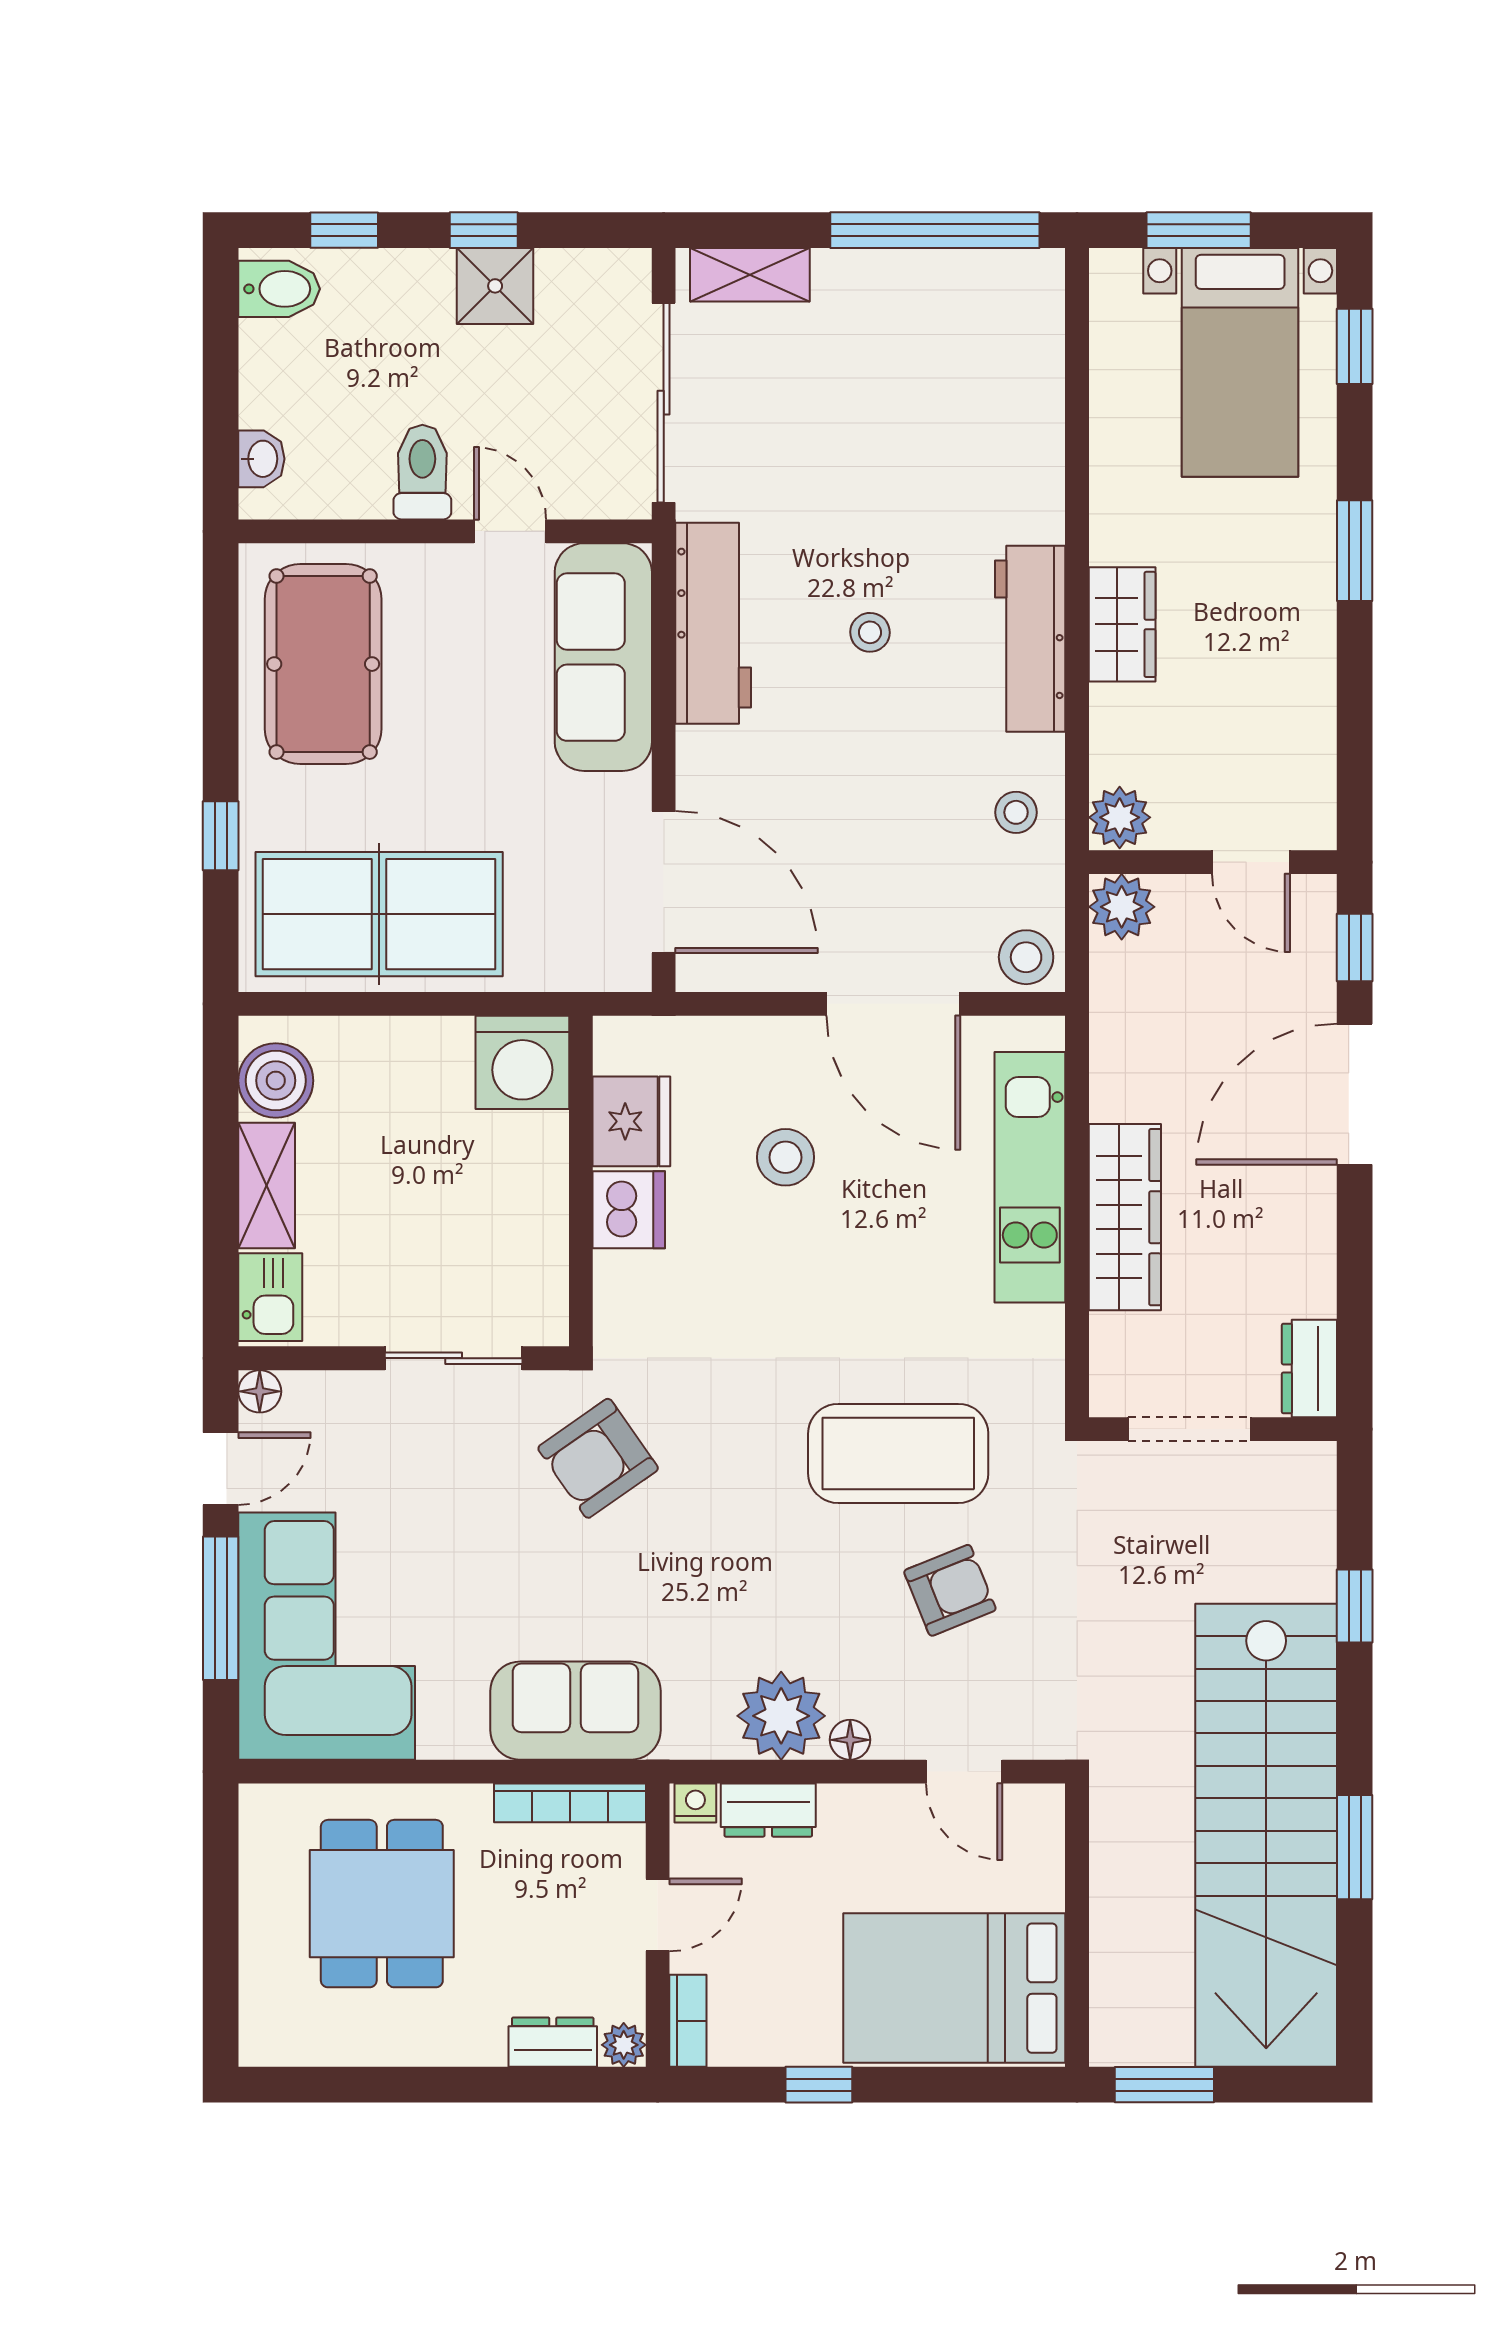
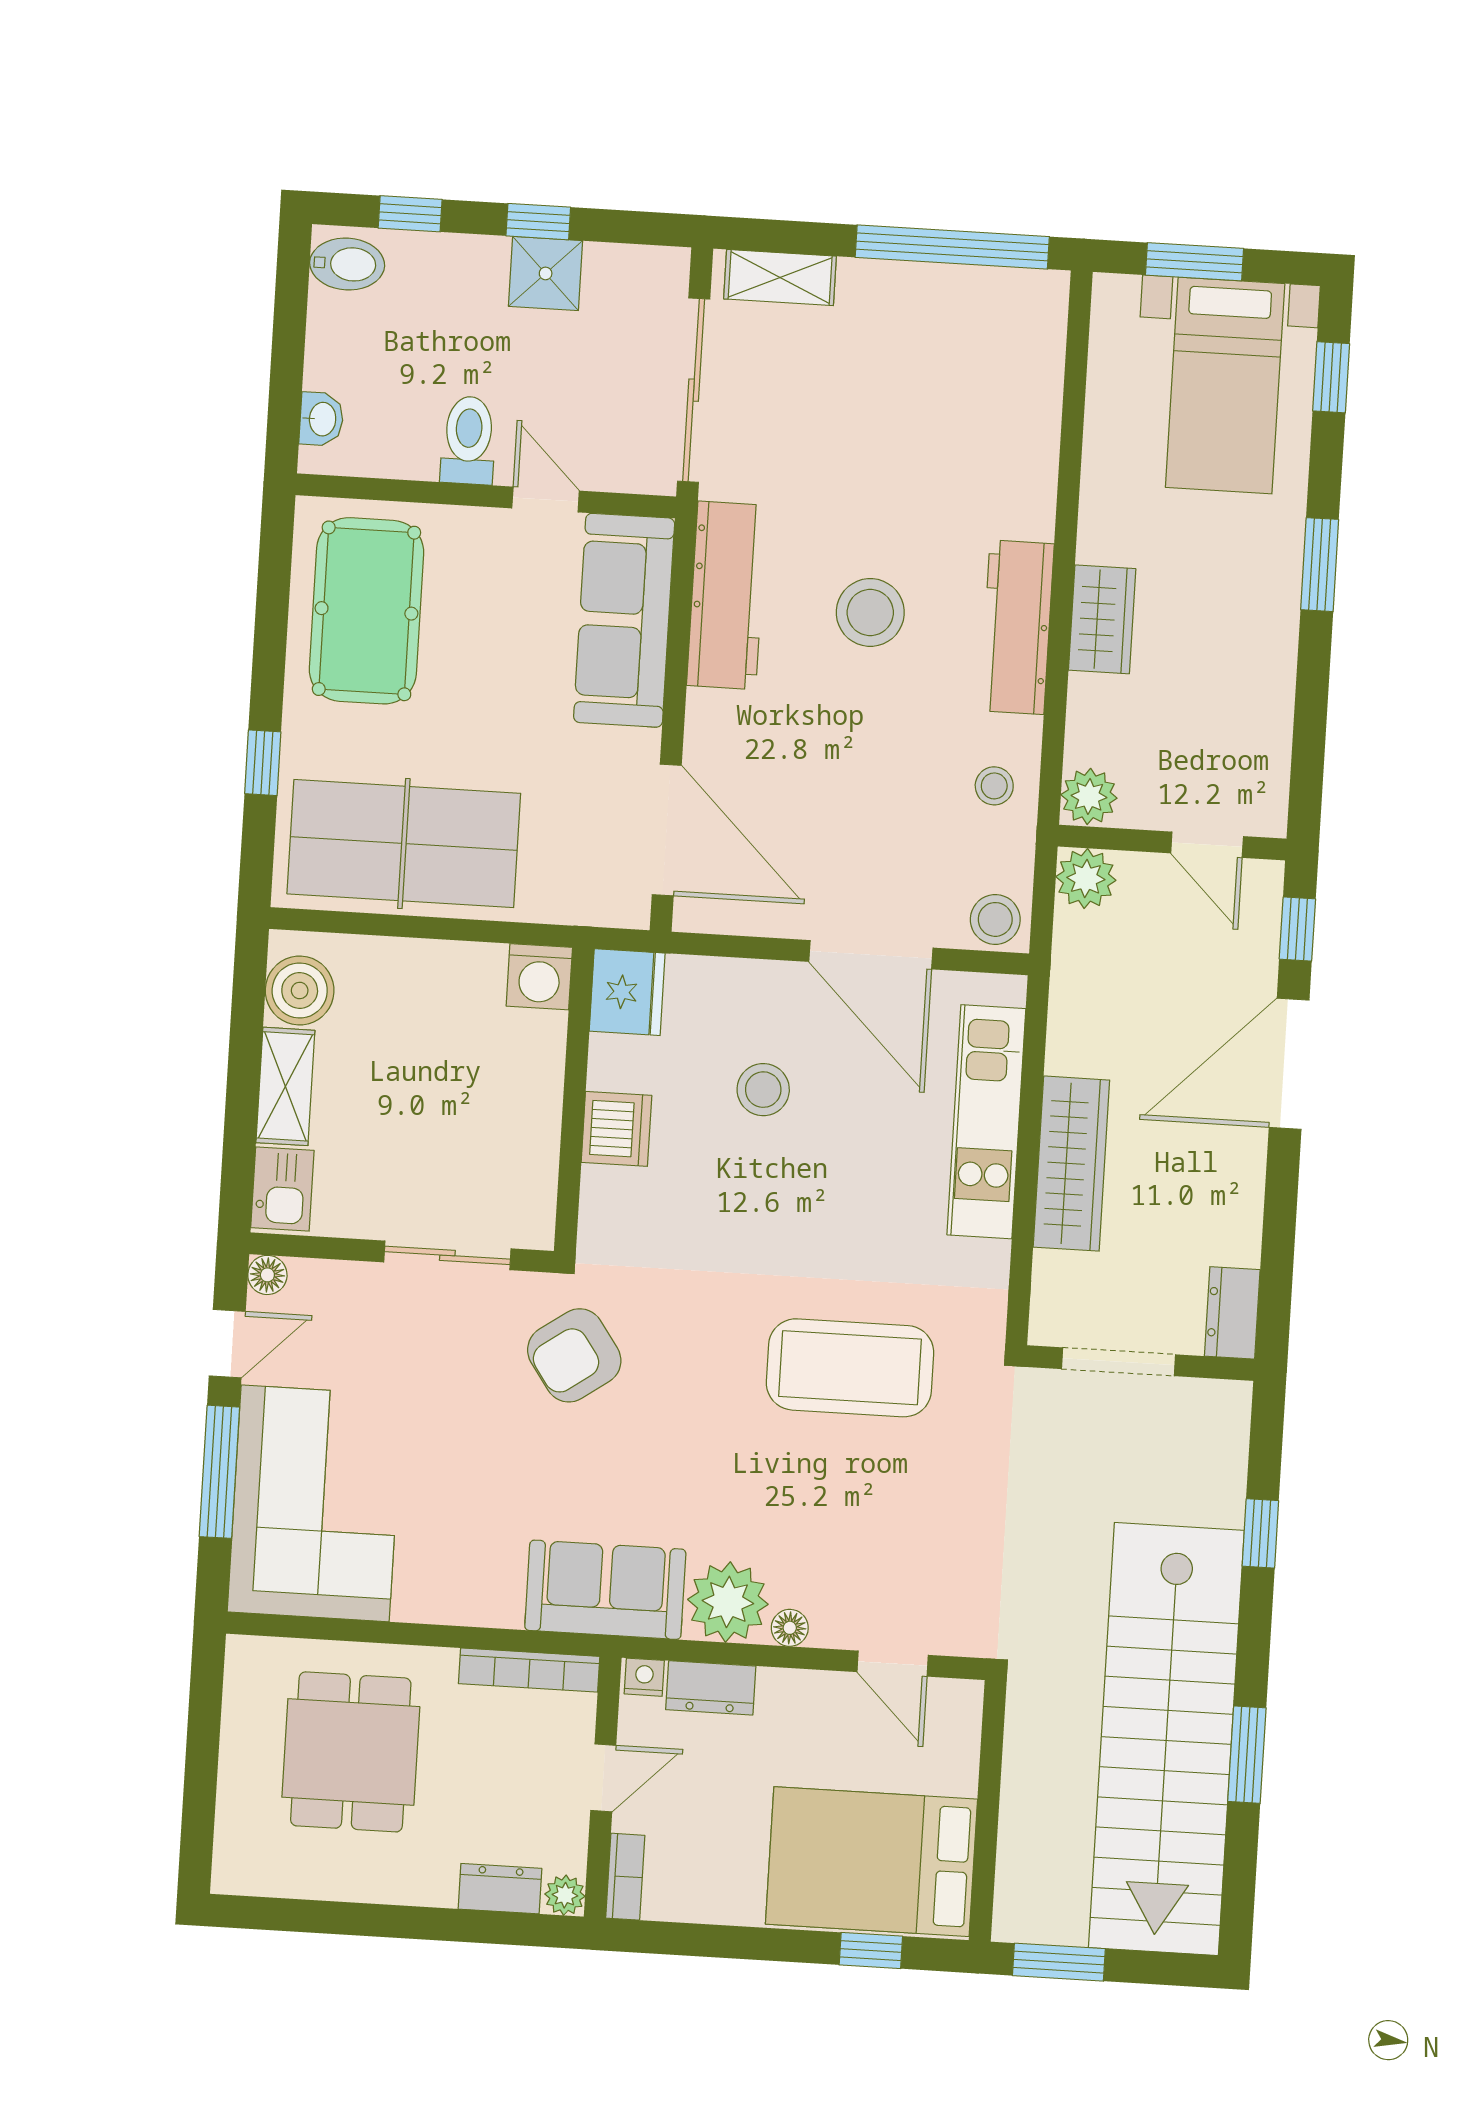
stool: (870, 632) -> (870, 612), width x1.89, depth x1.89
washing machine: (522, 1062) -> (539, 977), width x0.73, depth x0.73
fridge: (631, 1121) -> (627, 992), moved
armchair: (950, 1590) -> (890, 1496), removed
sofa: (575, 1711) -> (605, 1590), moved
window: (819, 2085) -> (871, 1951), moved

